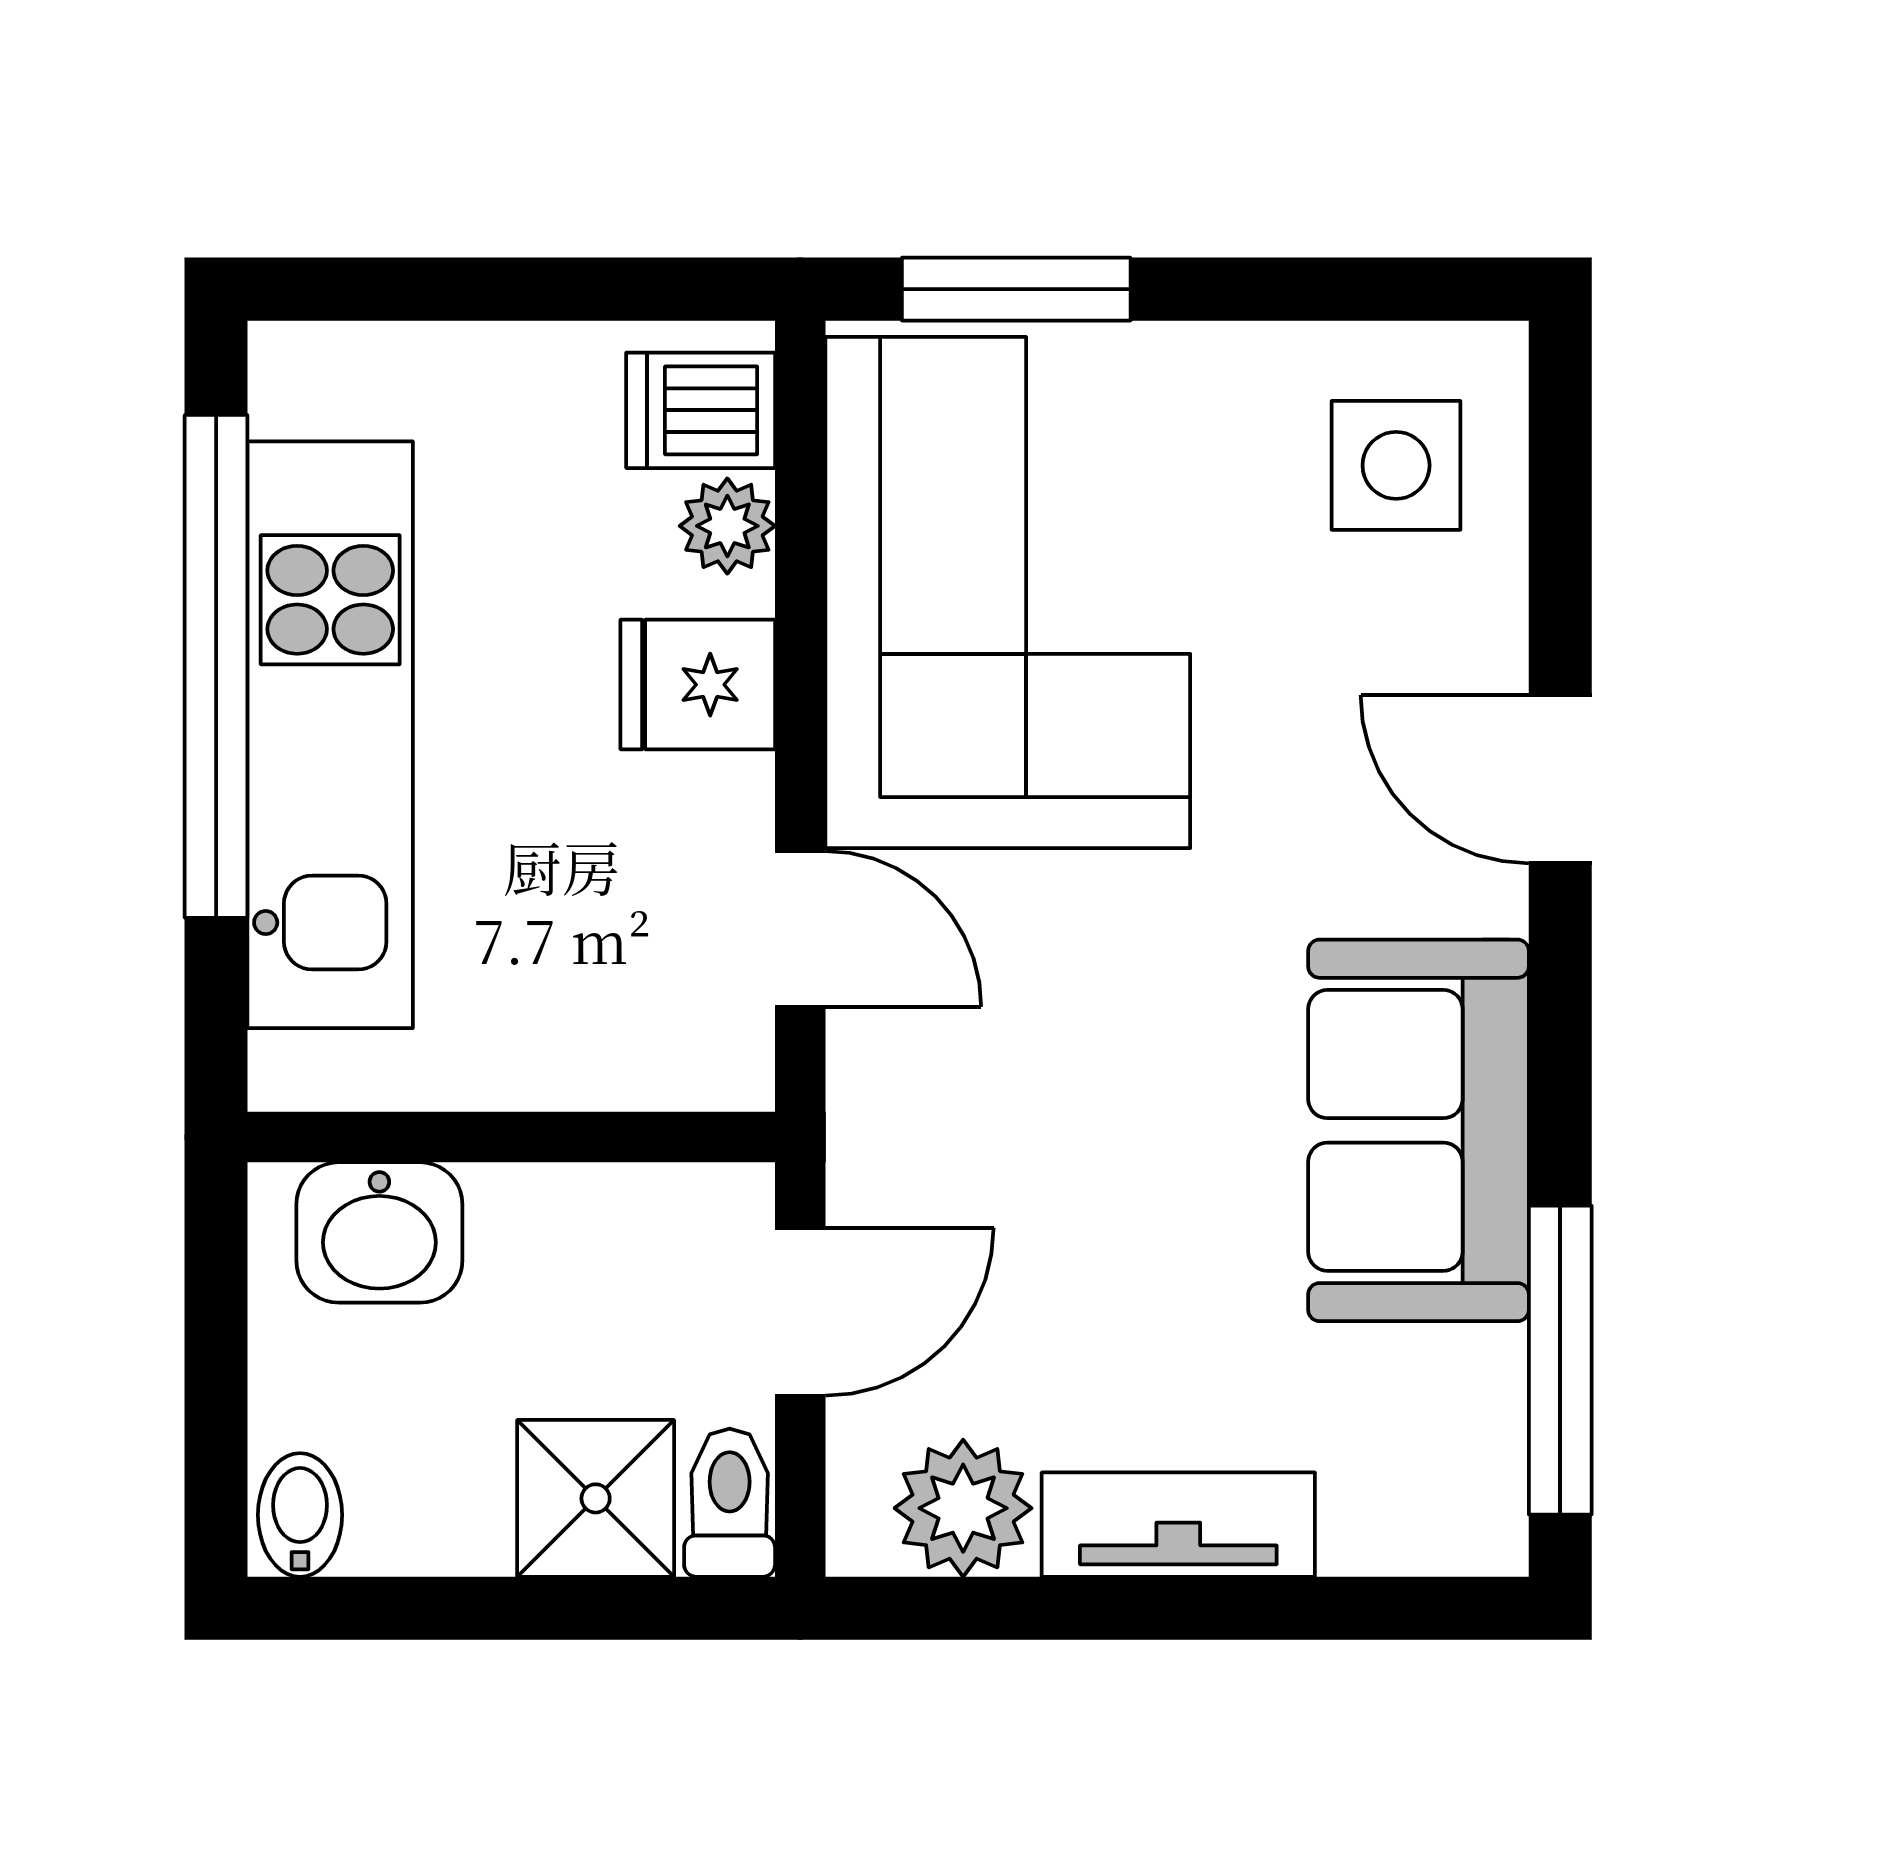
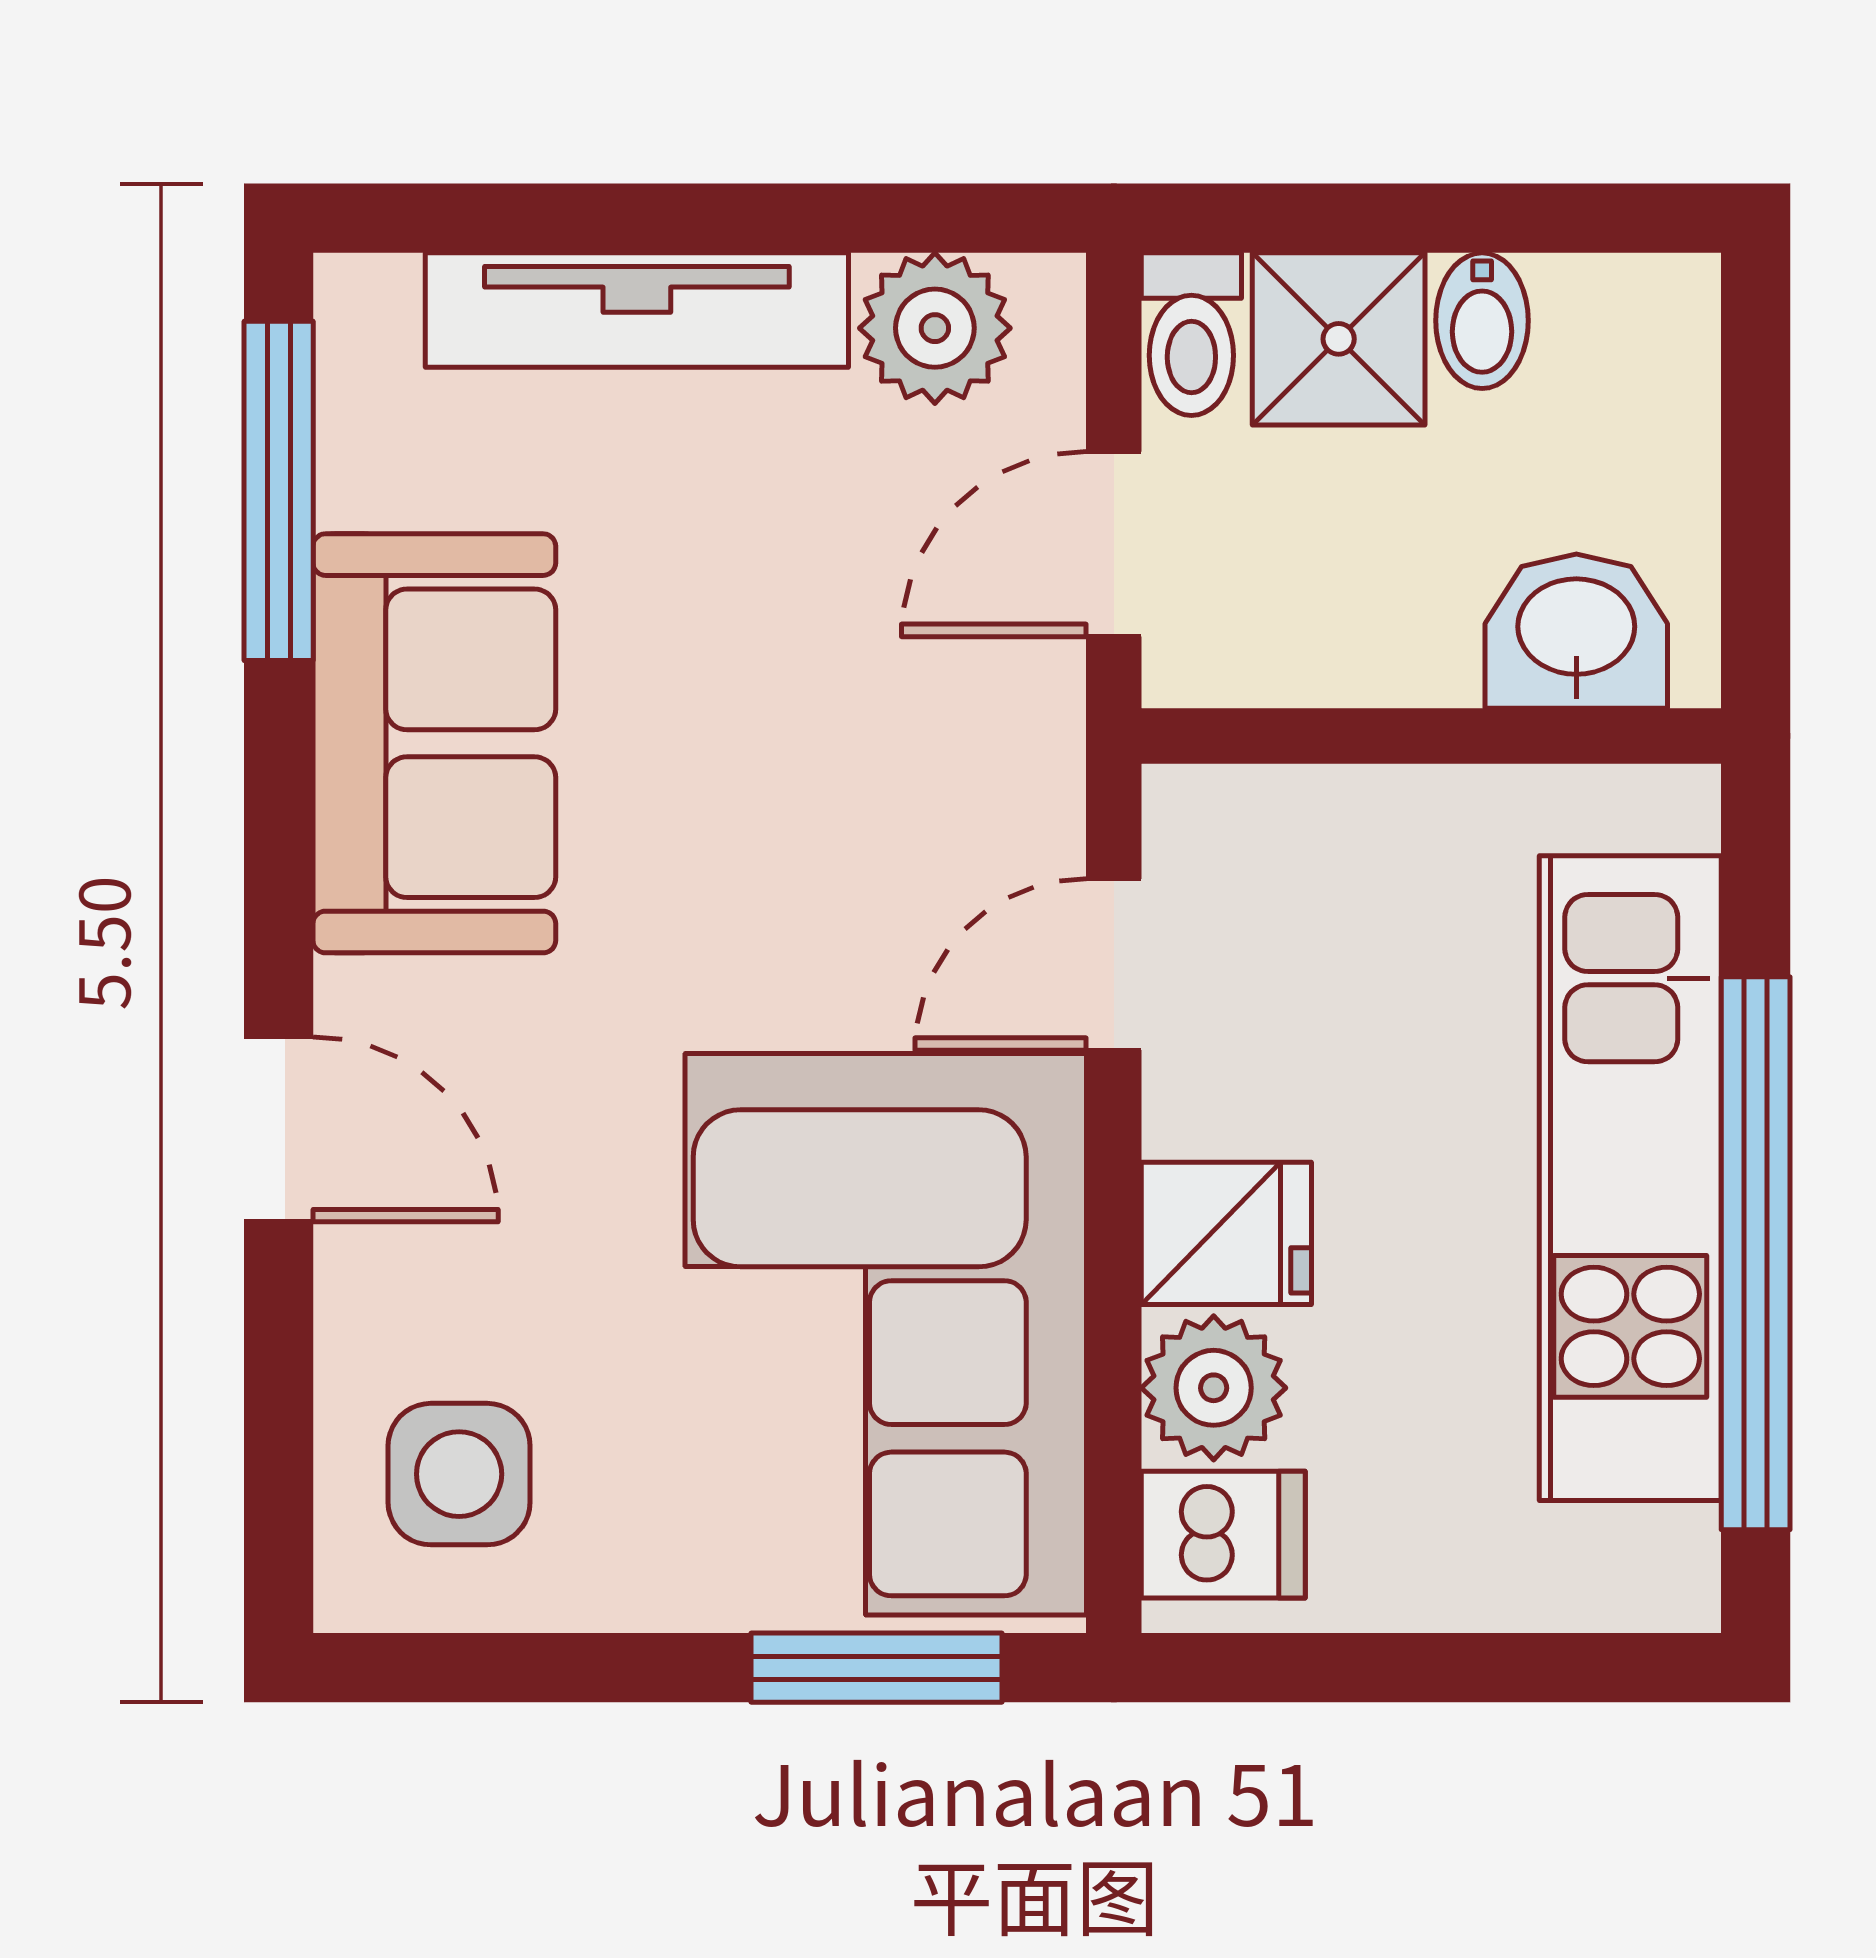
plant: (727, 526) -> (1214, 1388), width x1.38, depth x1.38
door: (800, 929) -> (1114, 965), hinge flipped
bidet: (300, 1515) -> (1482, 321), moved
tv unit: (1178, 1525) -> (637, 310), width x1.41

